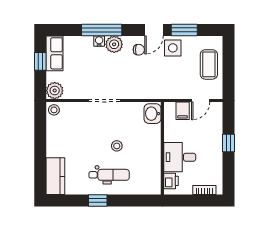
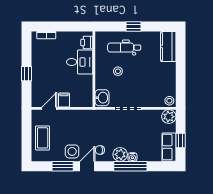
washbasin: (152, 114) -> (102, 98), moved
wall: (162, 148) -> (94, 69), moved
desk: (180, 157) -> (80, 62), moved
printer: (171, 181) -> (87, 43), moved

